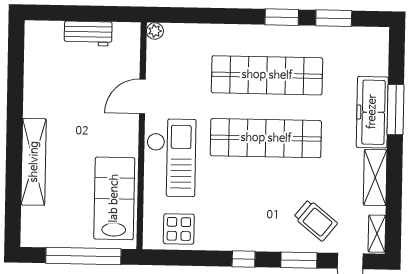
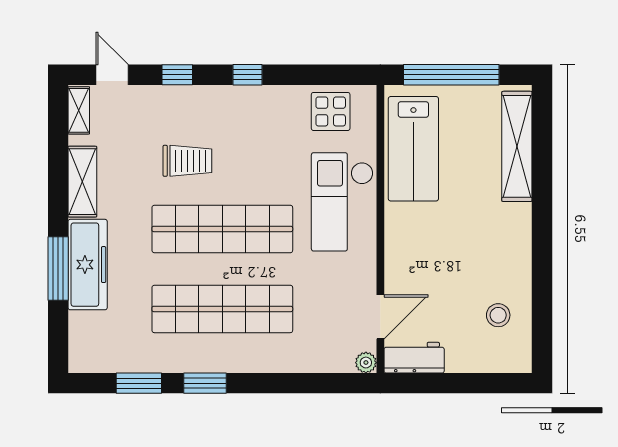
workbench: (88, 34) -> (414, 358), moved
stool: (50, 66) -> (498, 315), added
door: (142, 96) -> (380, 317), moved
shelving: (34, 162) -> (517, 146), moved
trolley: (316, 220) -> (187, 161), moved, turned 141
window: (299, 260) -> (177, 75), width x0.67

